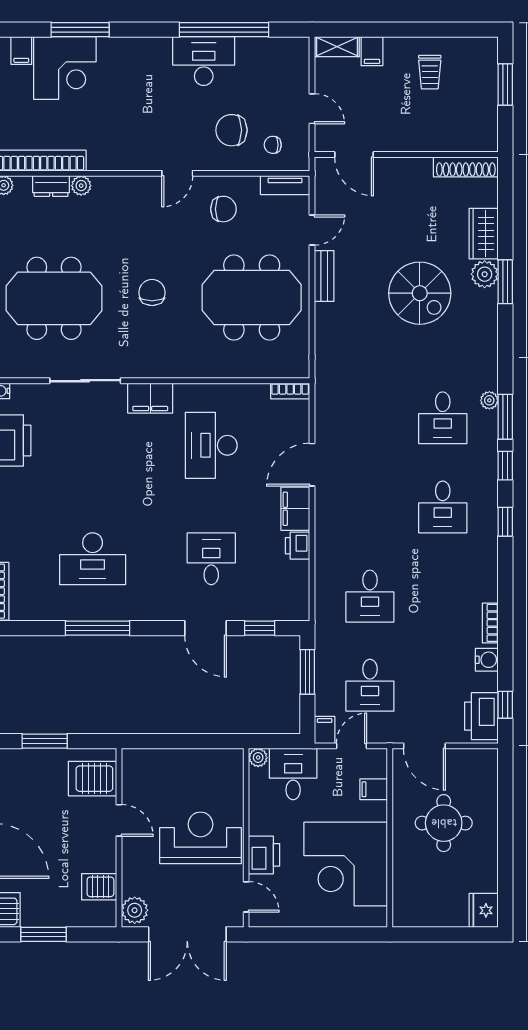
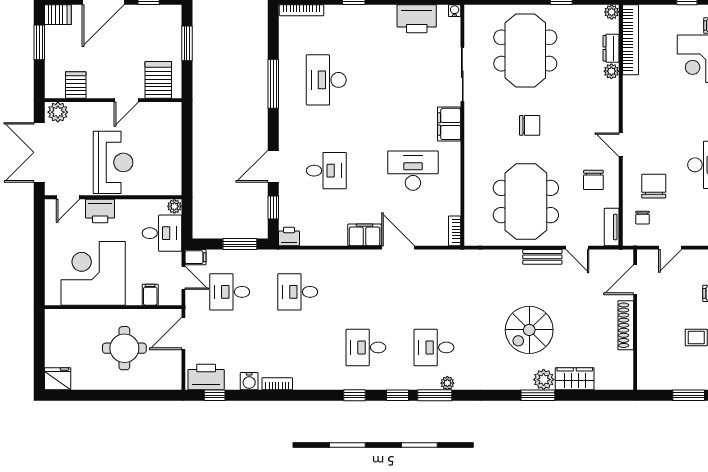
chair: (273, 145) -> (643, 218), turned 180
shoe rack: (466, 167) -> (626, 325), moved
printer: (298, 546) -> (289, 237), moved

